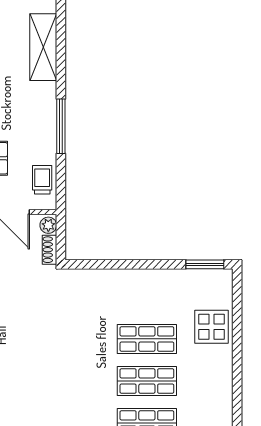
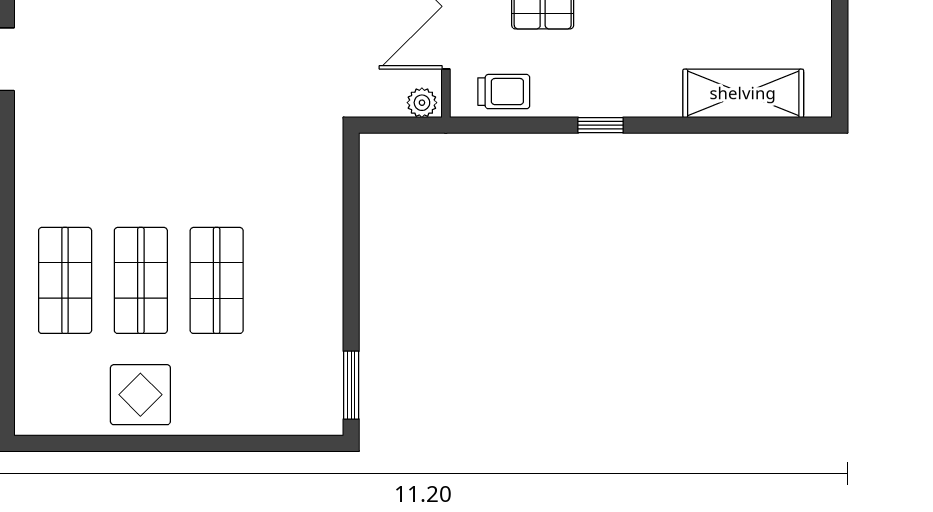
window: (61, 126) -> (601, 125), width x0.46
shoe rack: (50, 250) -> (378, 105), removed
display table: (212, 327) -> (140, 395), moved

